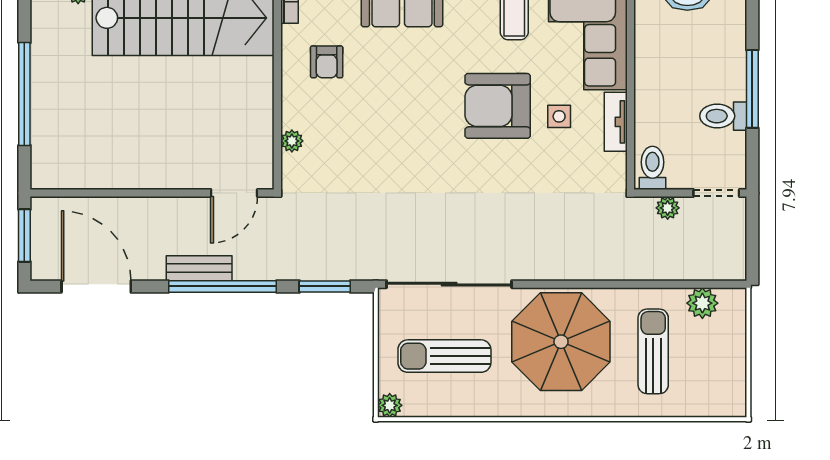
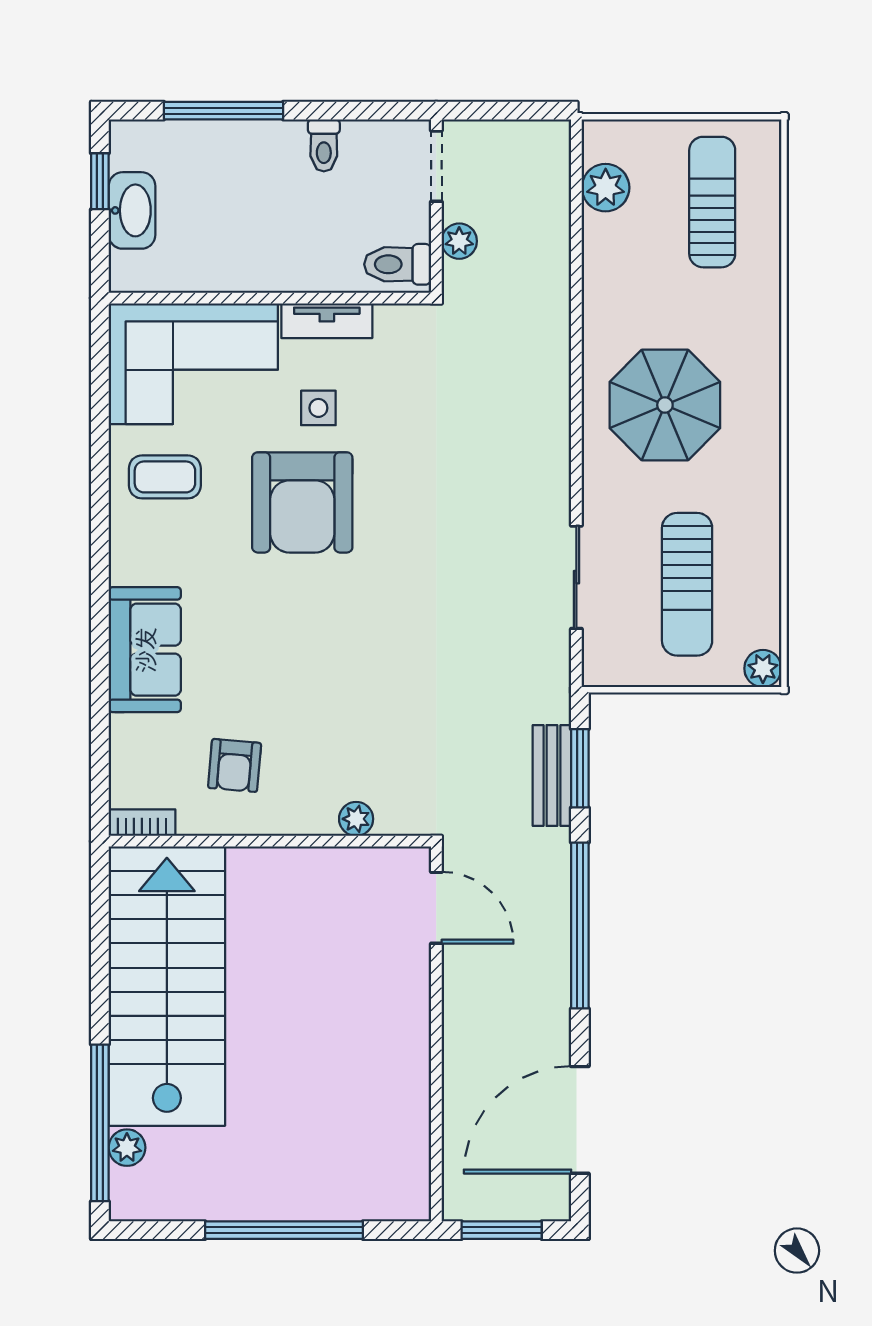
armchair: (327, 62) -> (235, 765), turned 95
window: (752, 89) -> (224, 111), moved
toilet: (723, 116) -> (324, 145), width x0.73, depth x0.72
bench: (199, 268) -> (552, 775), moved
sliding door: (449, 284) -> (576, 577), width x0.54
parasol: (561, 342) -> (665, 405), width x0.73, depth x0.73
sun lounger: (653, 351) -> (712, 202), moved, turned 90

